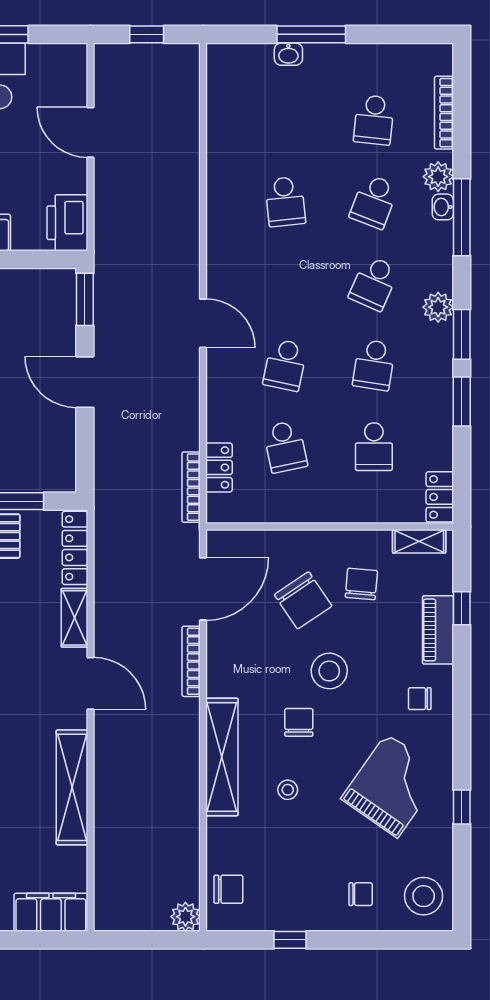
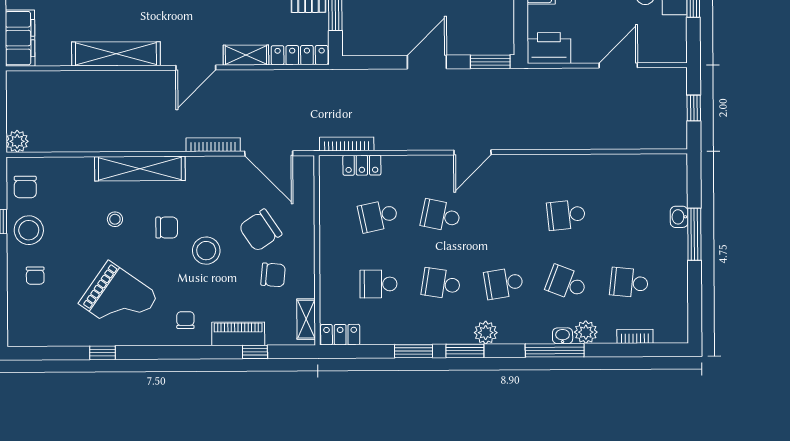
bookcase: (444, 113) -> (635, 336), width x0.64
school desk: (374, 283) -> (504, 283), turned -33
chair: (228, 889) -> (25, 187), moved
stool: (424, 896) -> (29, 230), moved

